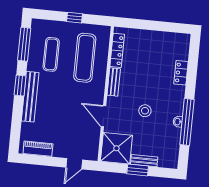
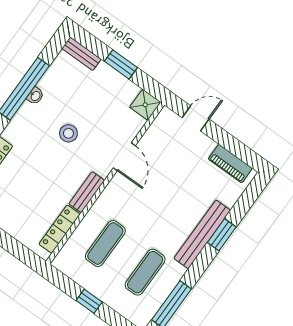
exercise mat: (85, 58) -> (105, 244), width x0.73, depth x0.69
window: (20, 85) -> (222, 235), moved
shower: (116, 148) -> (145, 105), width x0.54, depth x0.54
bench: (144, 161) -> (81, 54), moved

